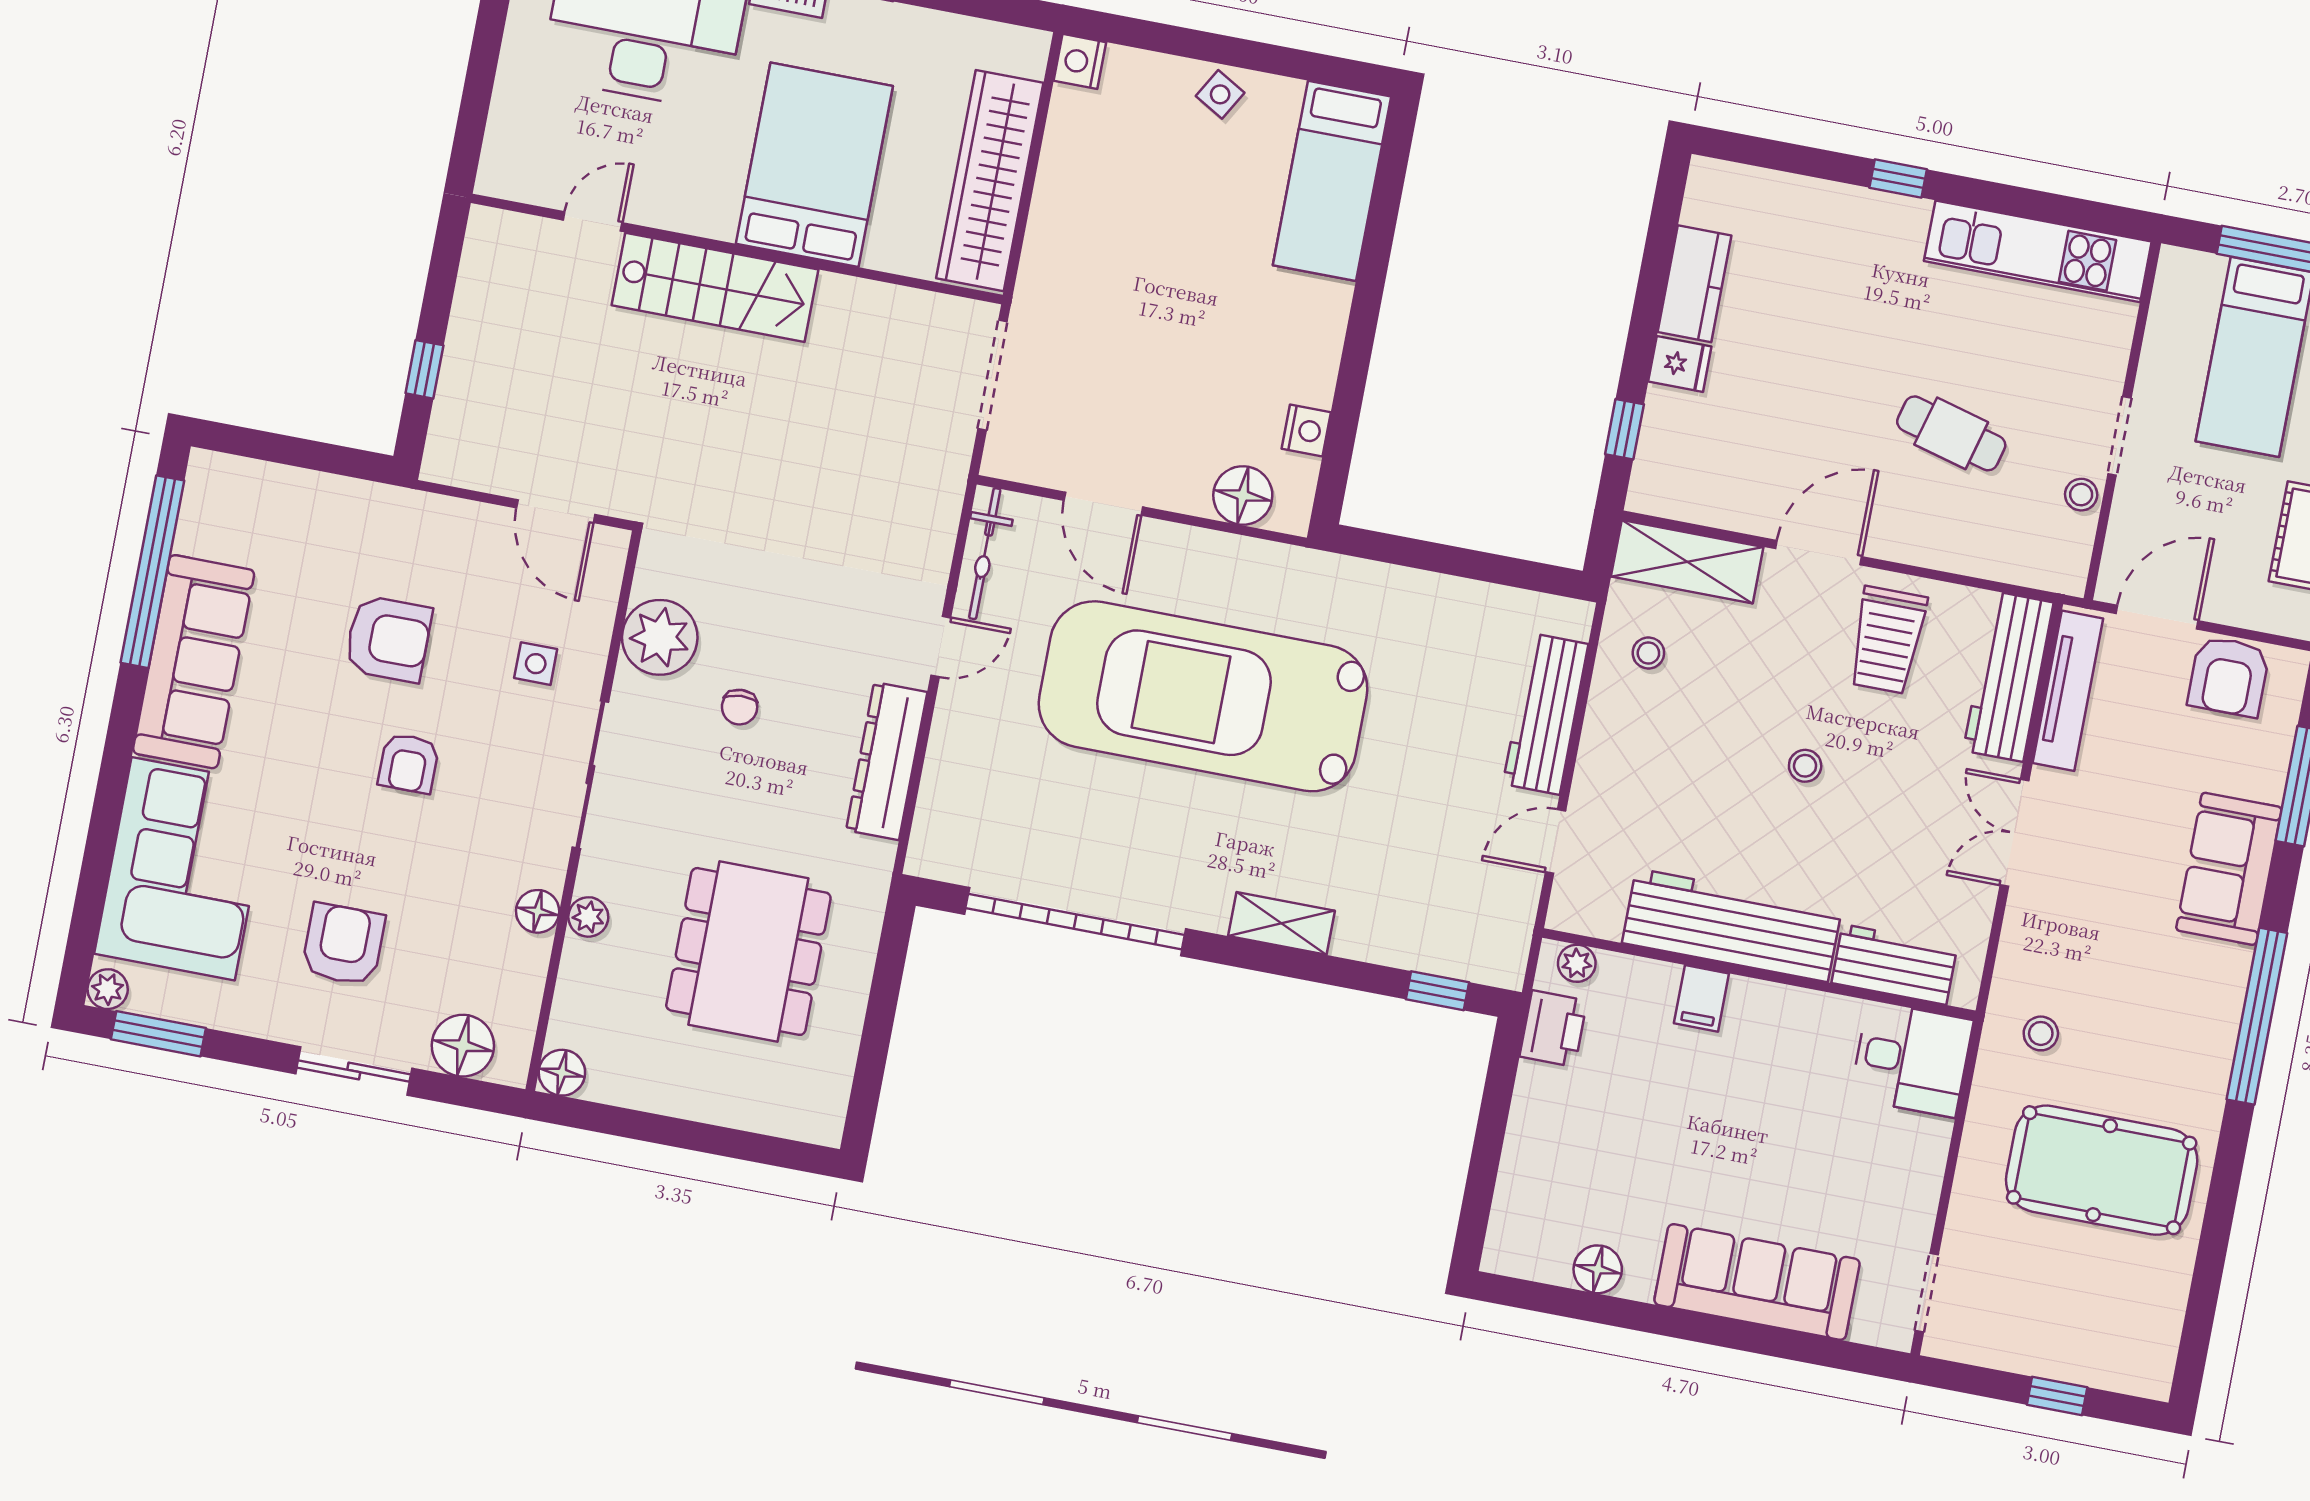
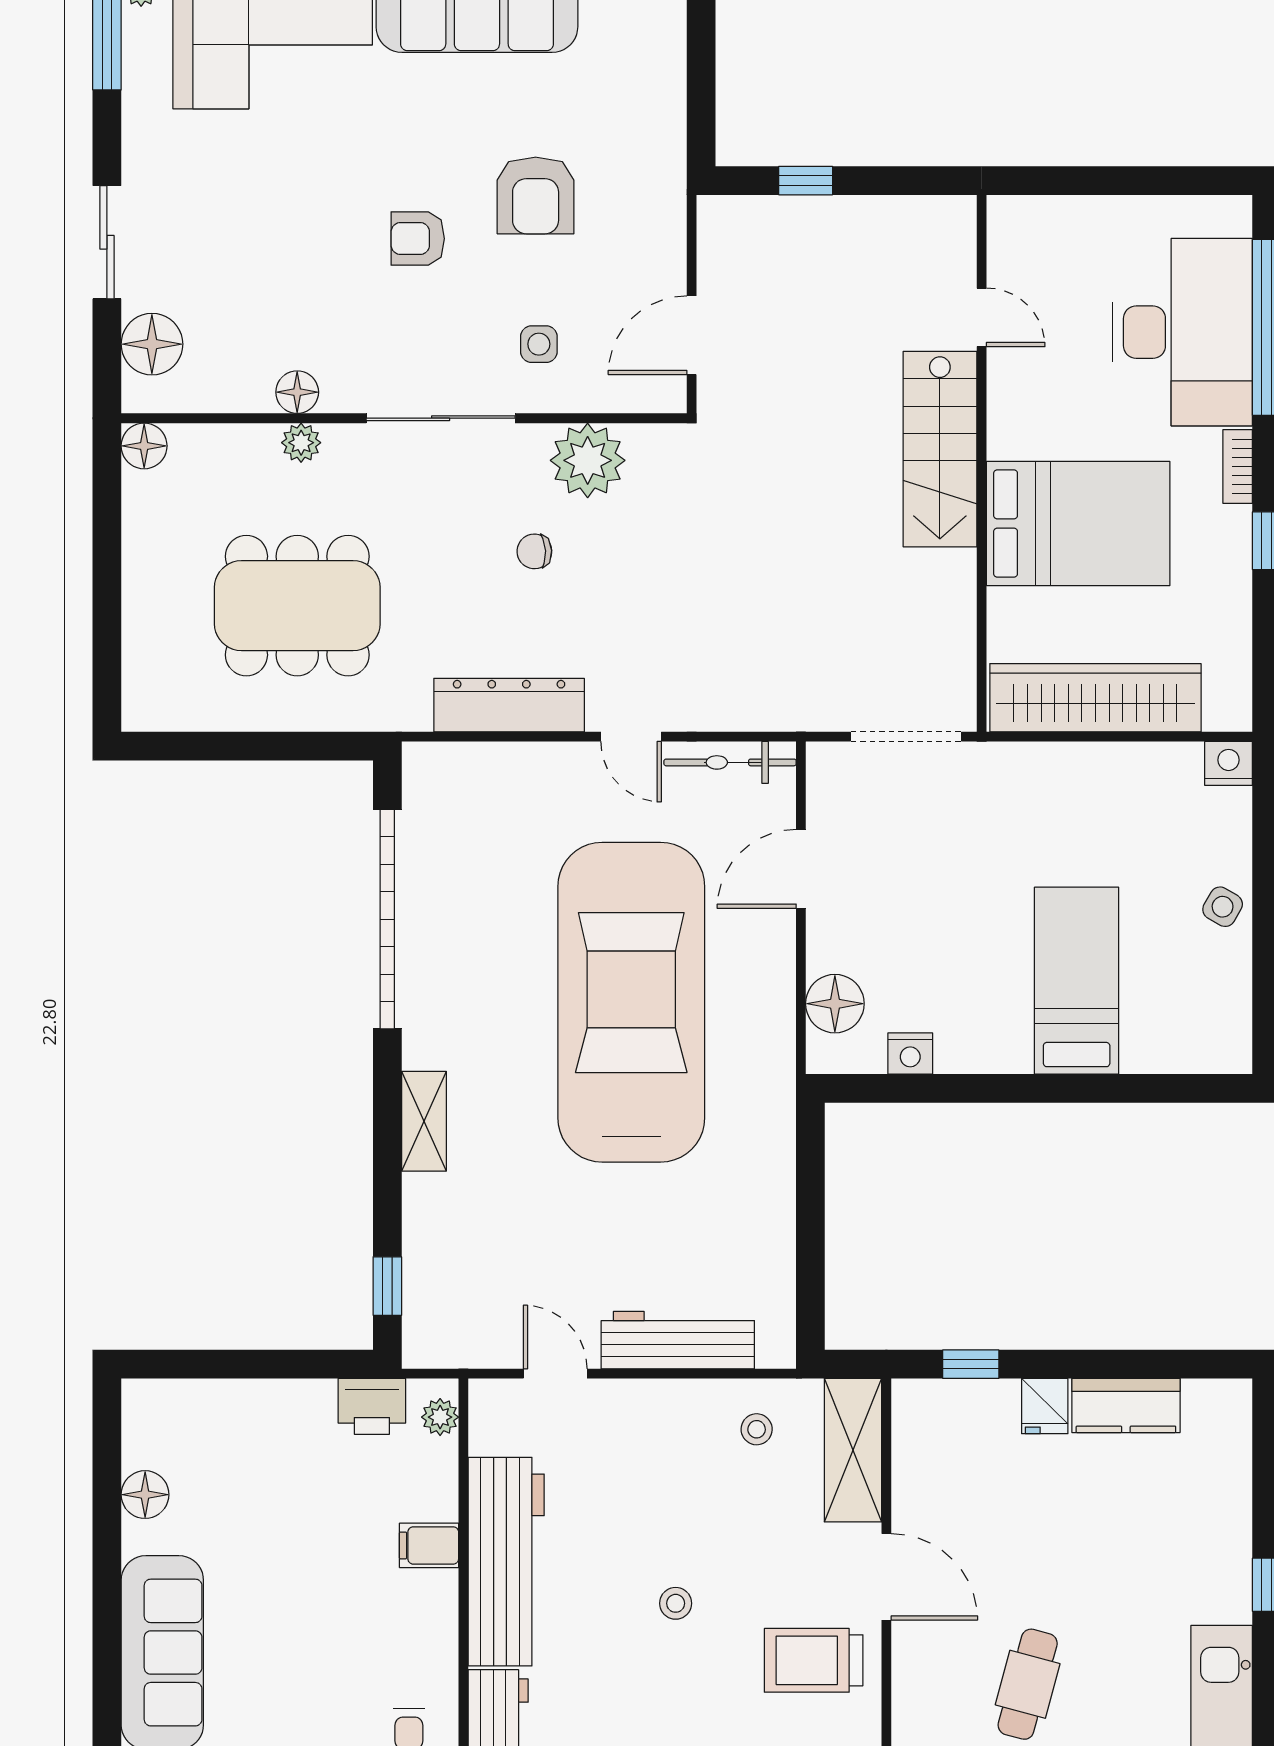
bed: (1332, 181) -> (1077, 981), moved, turned 90
armchair: (343, 944) -> (229, 208), removed

